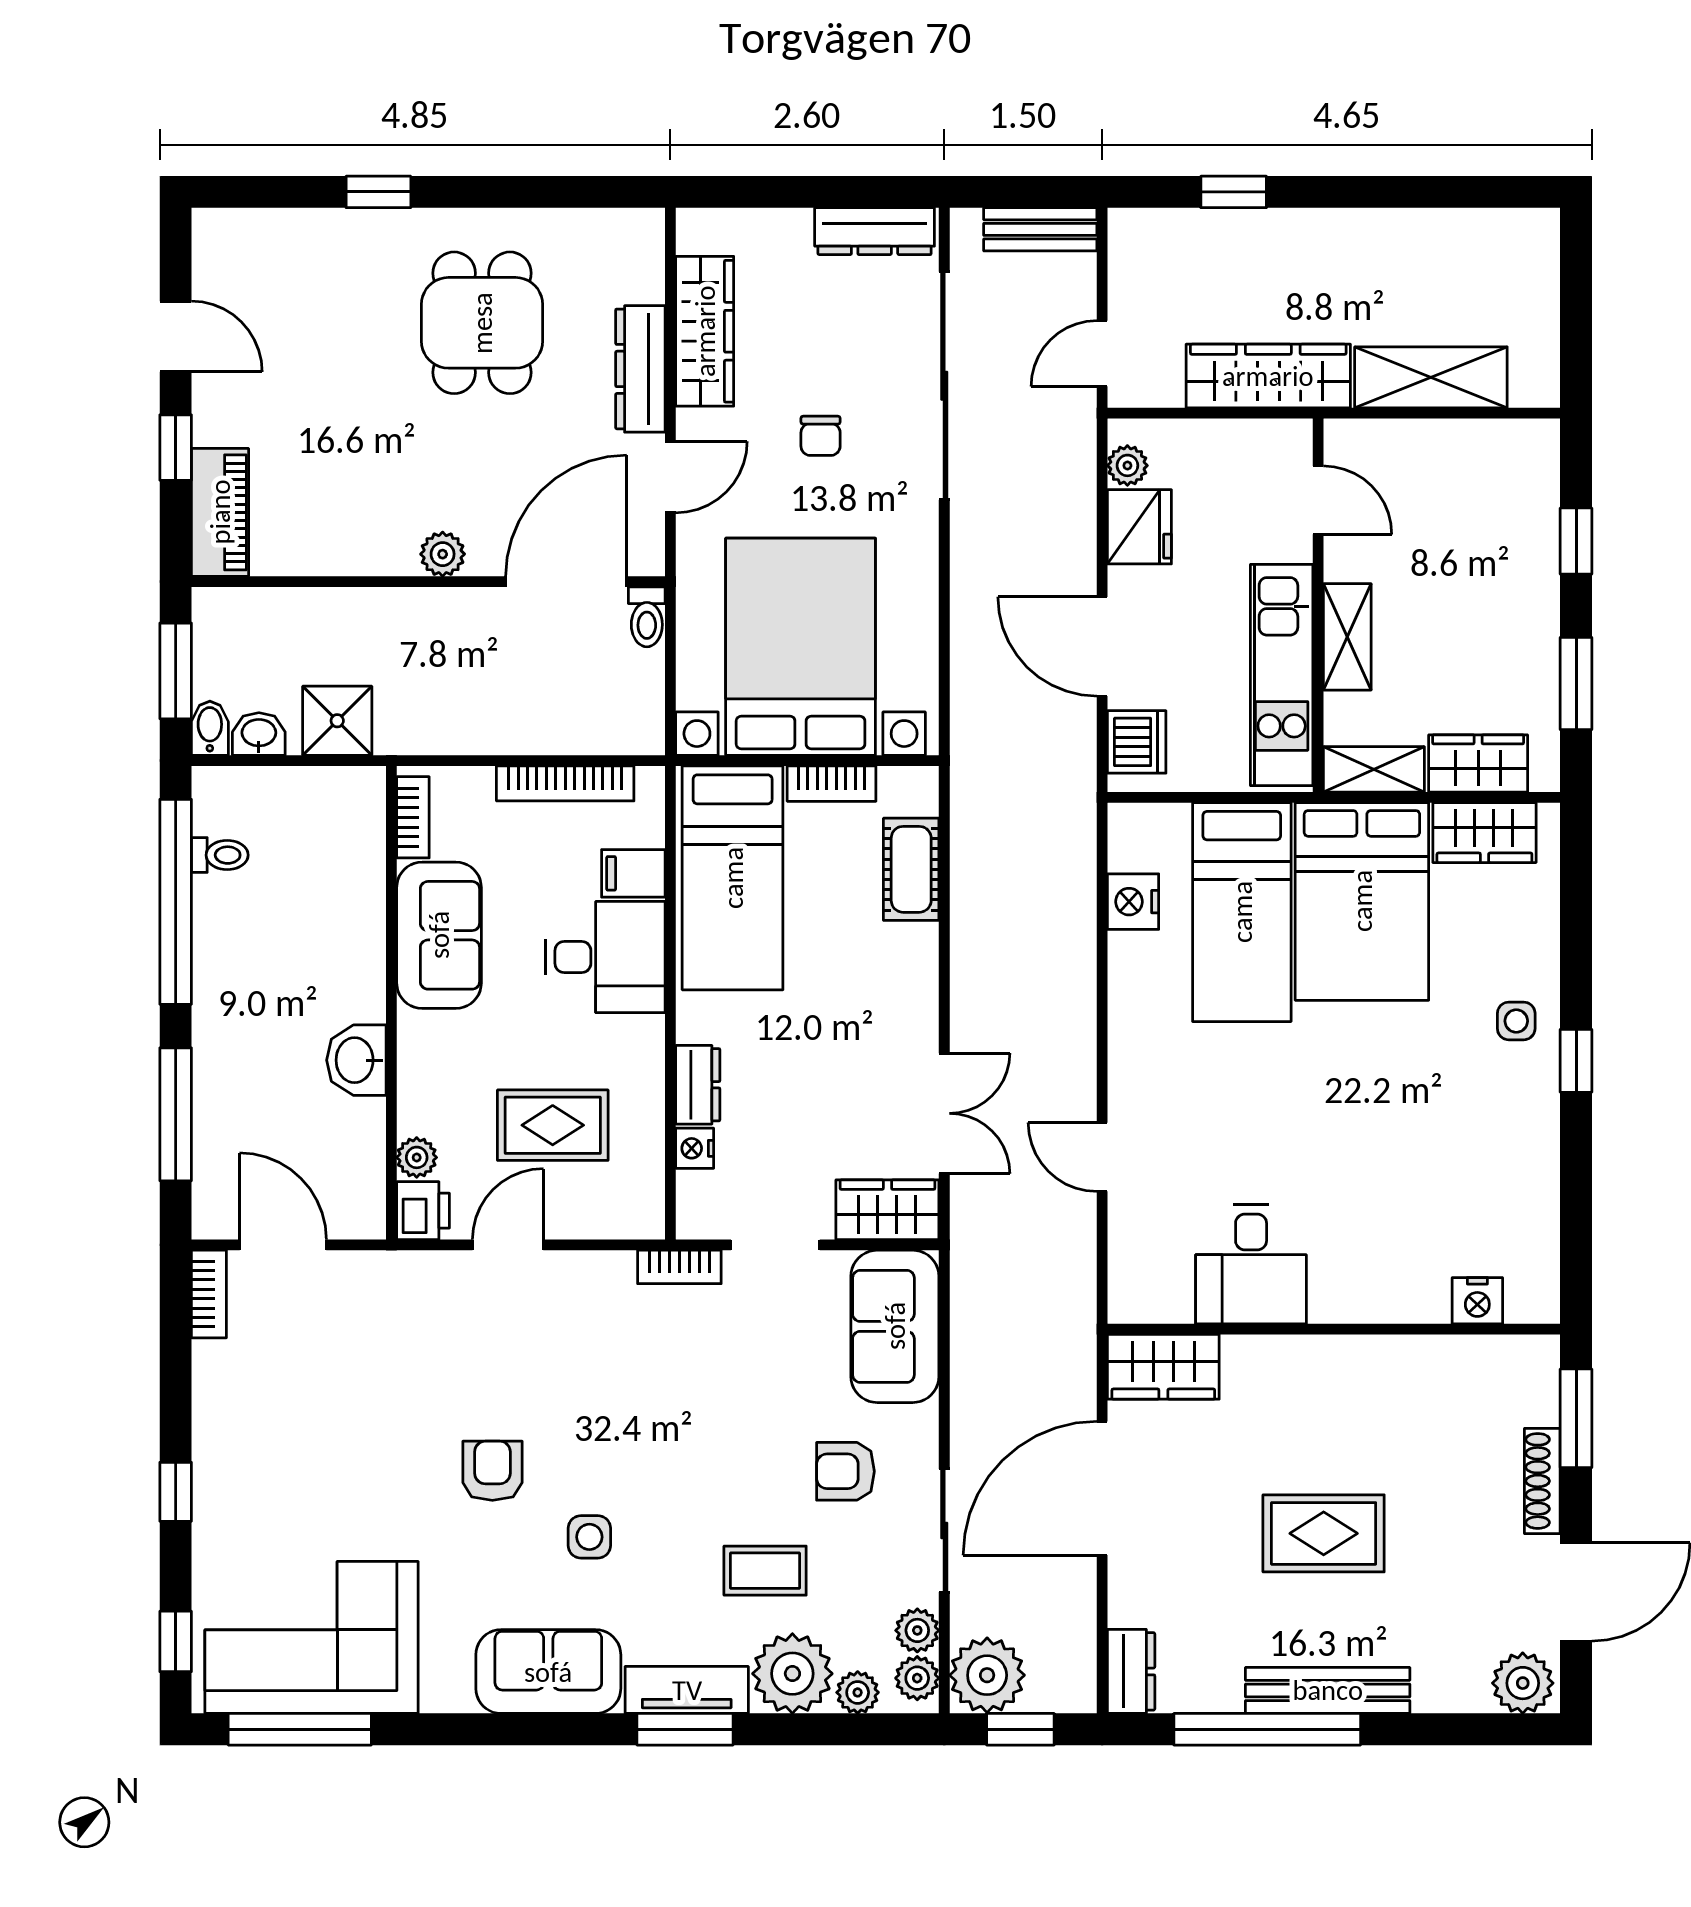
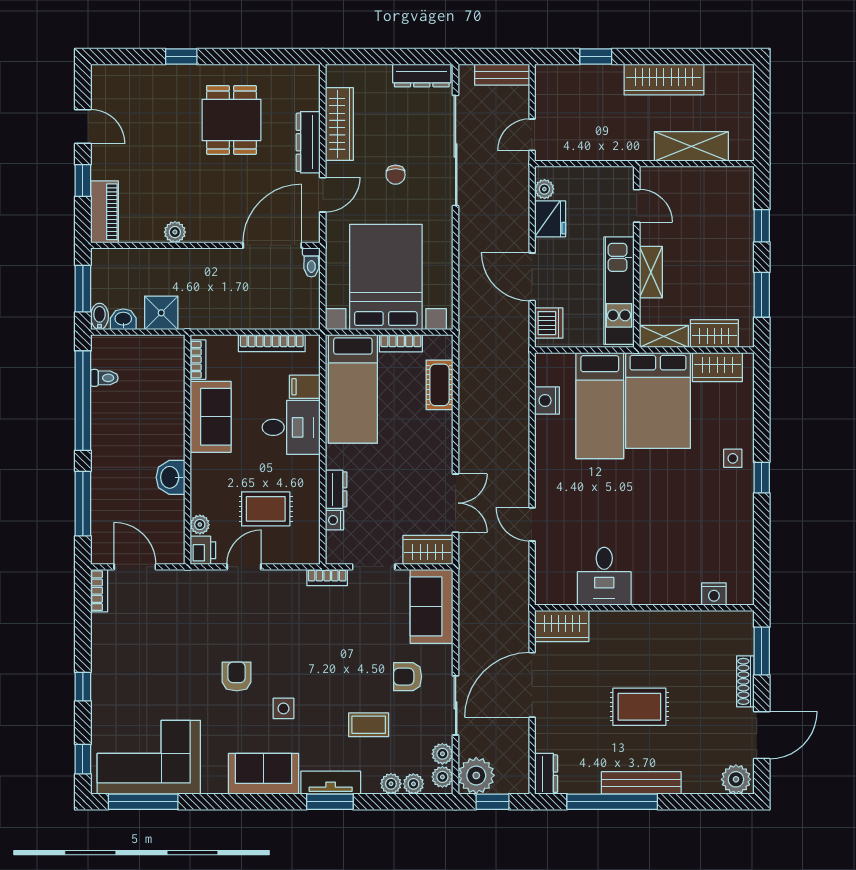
wardrobe: (1268, 376) -> (664, 80), moved, turned 180
plant: (443, 554) -> (175, 232), moved
plant: (792, 1674) -> (391, 784), width x0.53, depth x0.53

